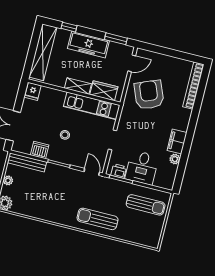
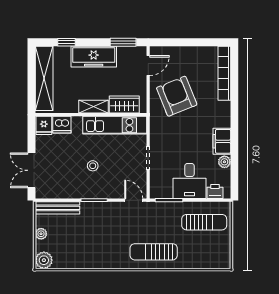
dishwasher: (40, 150) -> (62, 125), moved, turned 180
printer: (119, 171) -> (215, 191), moved

